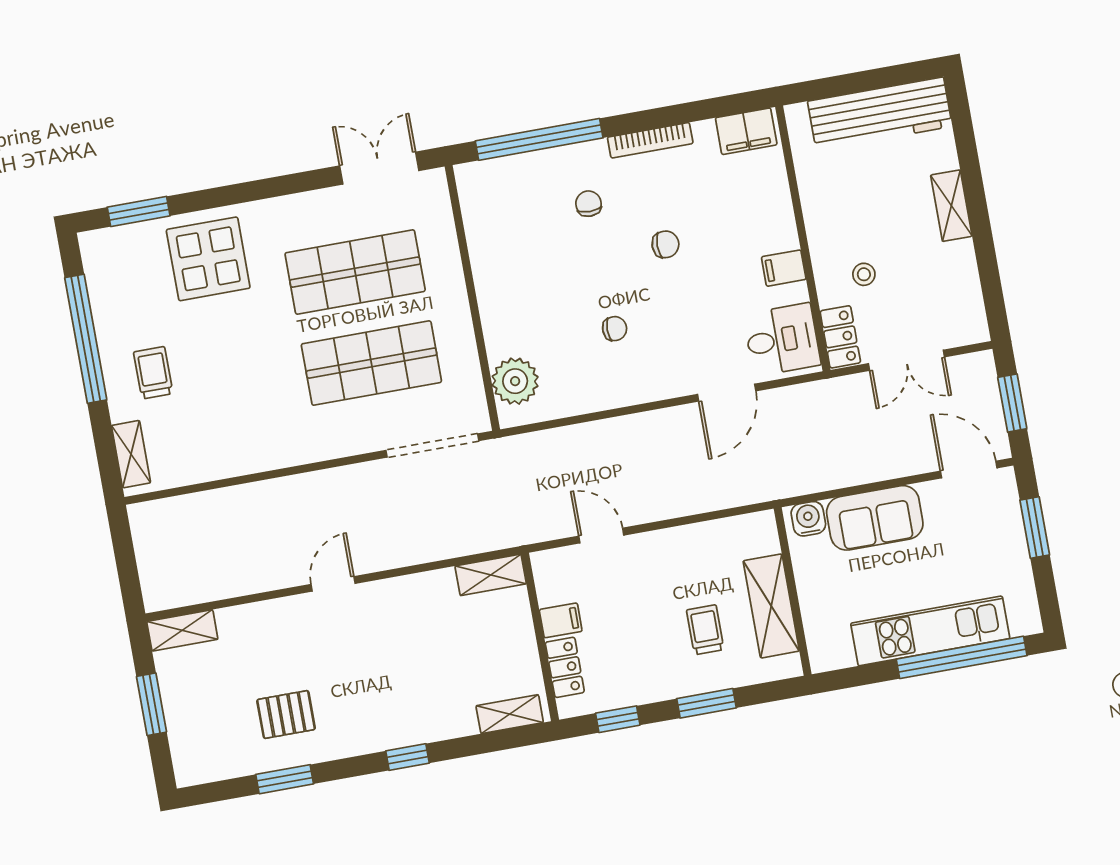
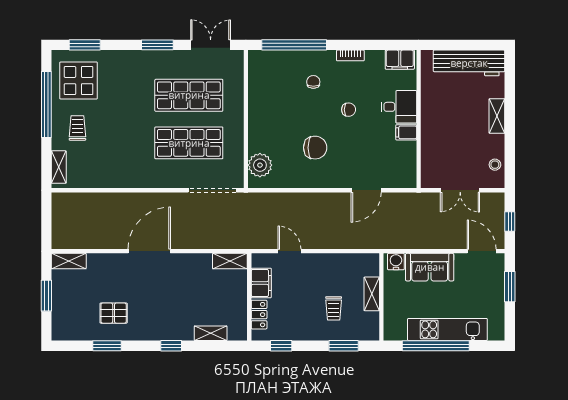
bookcase: (650, 140) -> (350, 55), width x0.64
window: (278, 186) -> (157, 45), added
display table: (208, 259) -> (79, 81), moved
stool: (864, 274) -> (495, 165), moved
chair: (615, 329) -> (315, 148), width x1.87, depth x1.87
locker: (840, 337) -> (429, 172), removed
desk: (782, 340) -> (399, 107), moved
window: (1012, 403) -> (510, 222), width x0.67
door: (333, 584) -> (149, 251), width x1.87
shelving: (771, 606) -> (372, 294), width x0.67, depth x0.75
filing cabinet: (561, 620) -> (261, 283), width x2.00
trolley: (705, 630) -> (334, 308), turned 180
window: (962, 657) -> (436, 346), moved
window: (706, 703) -> (344, 346), moved
shelving: (510, 714) -> (211, 333), moved

